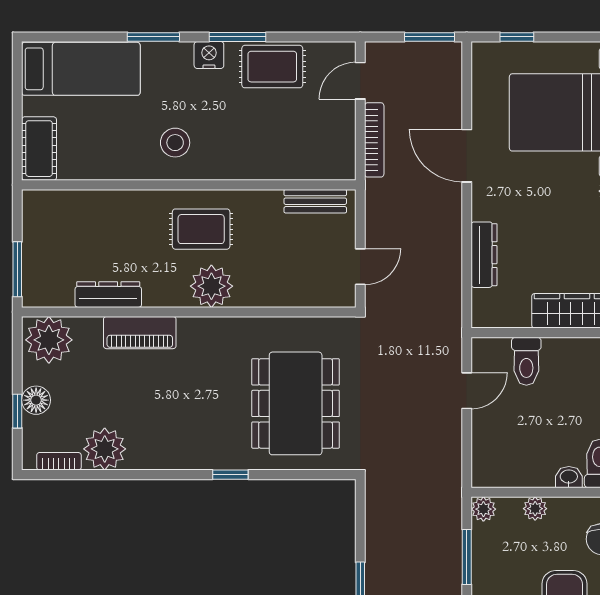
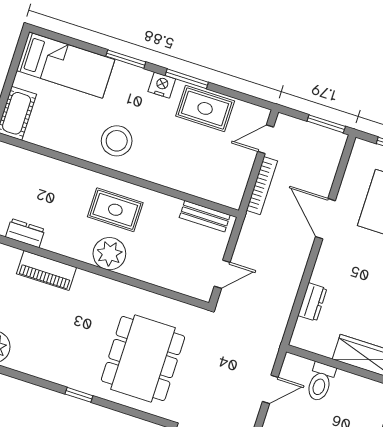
stool: (175, 143) -> (117, 141), width x1.38, depth x1.38
dresser: (484, 255) -> (312, 302), width x0.70
dresser: (108, 295) -> (25, 233), width x0.70

